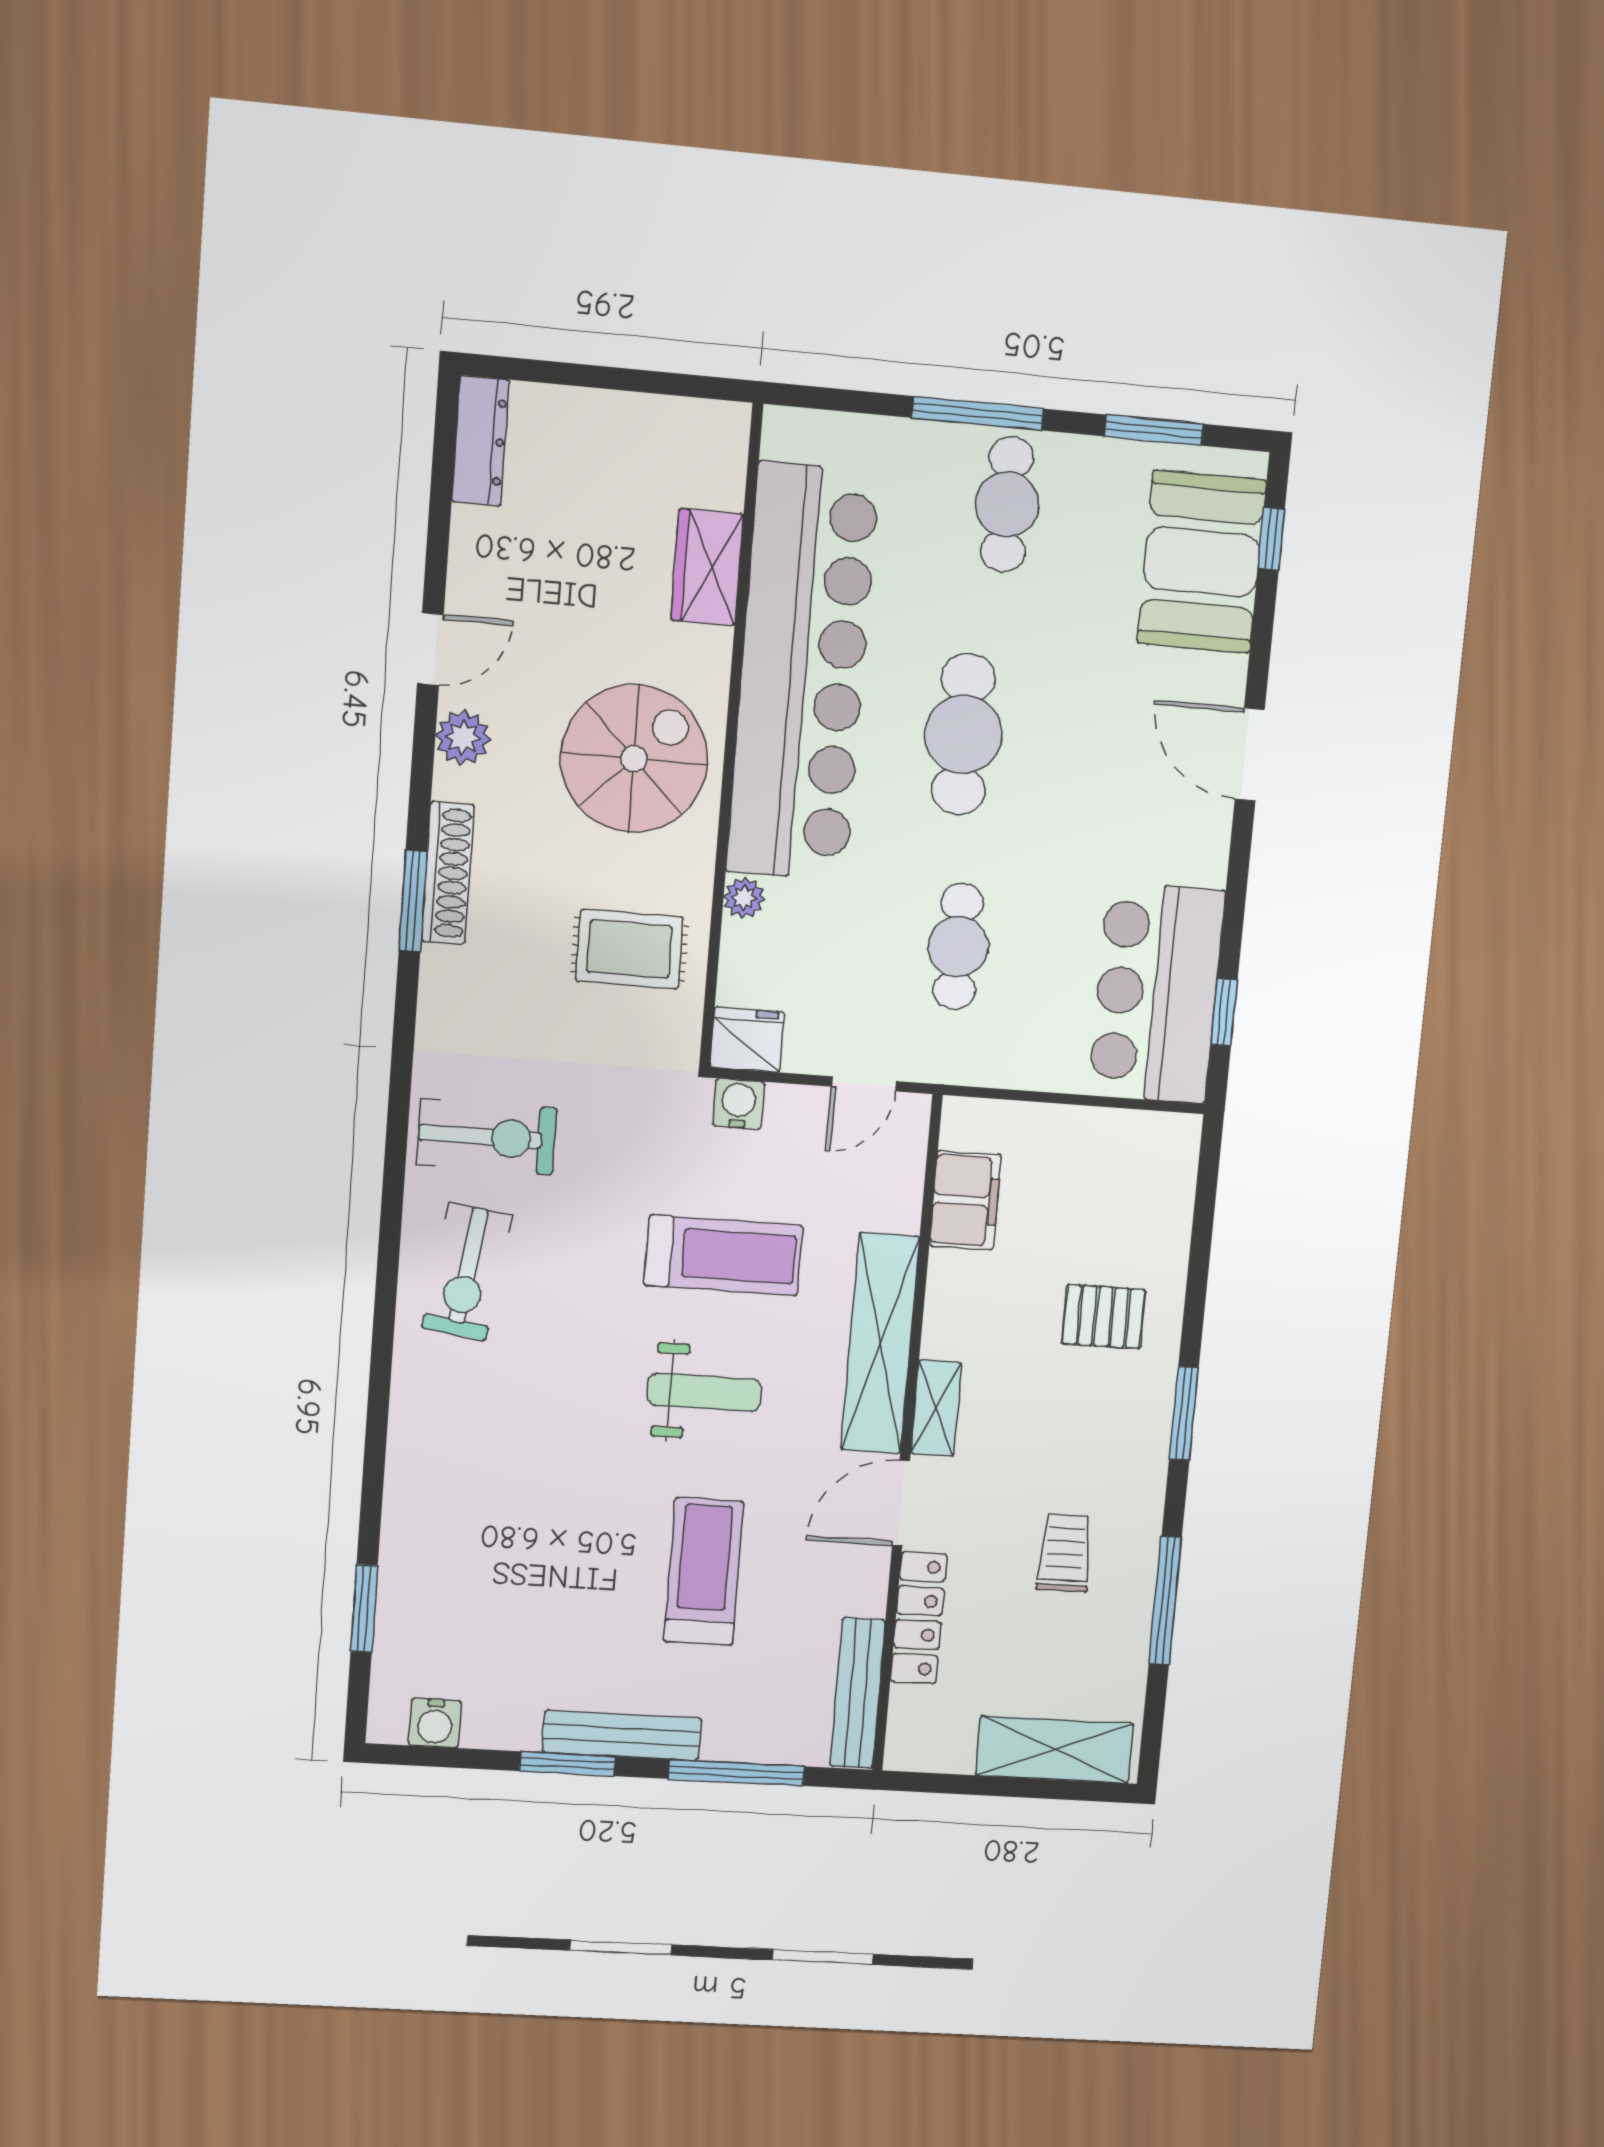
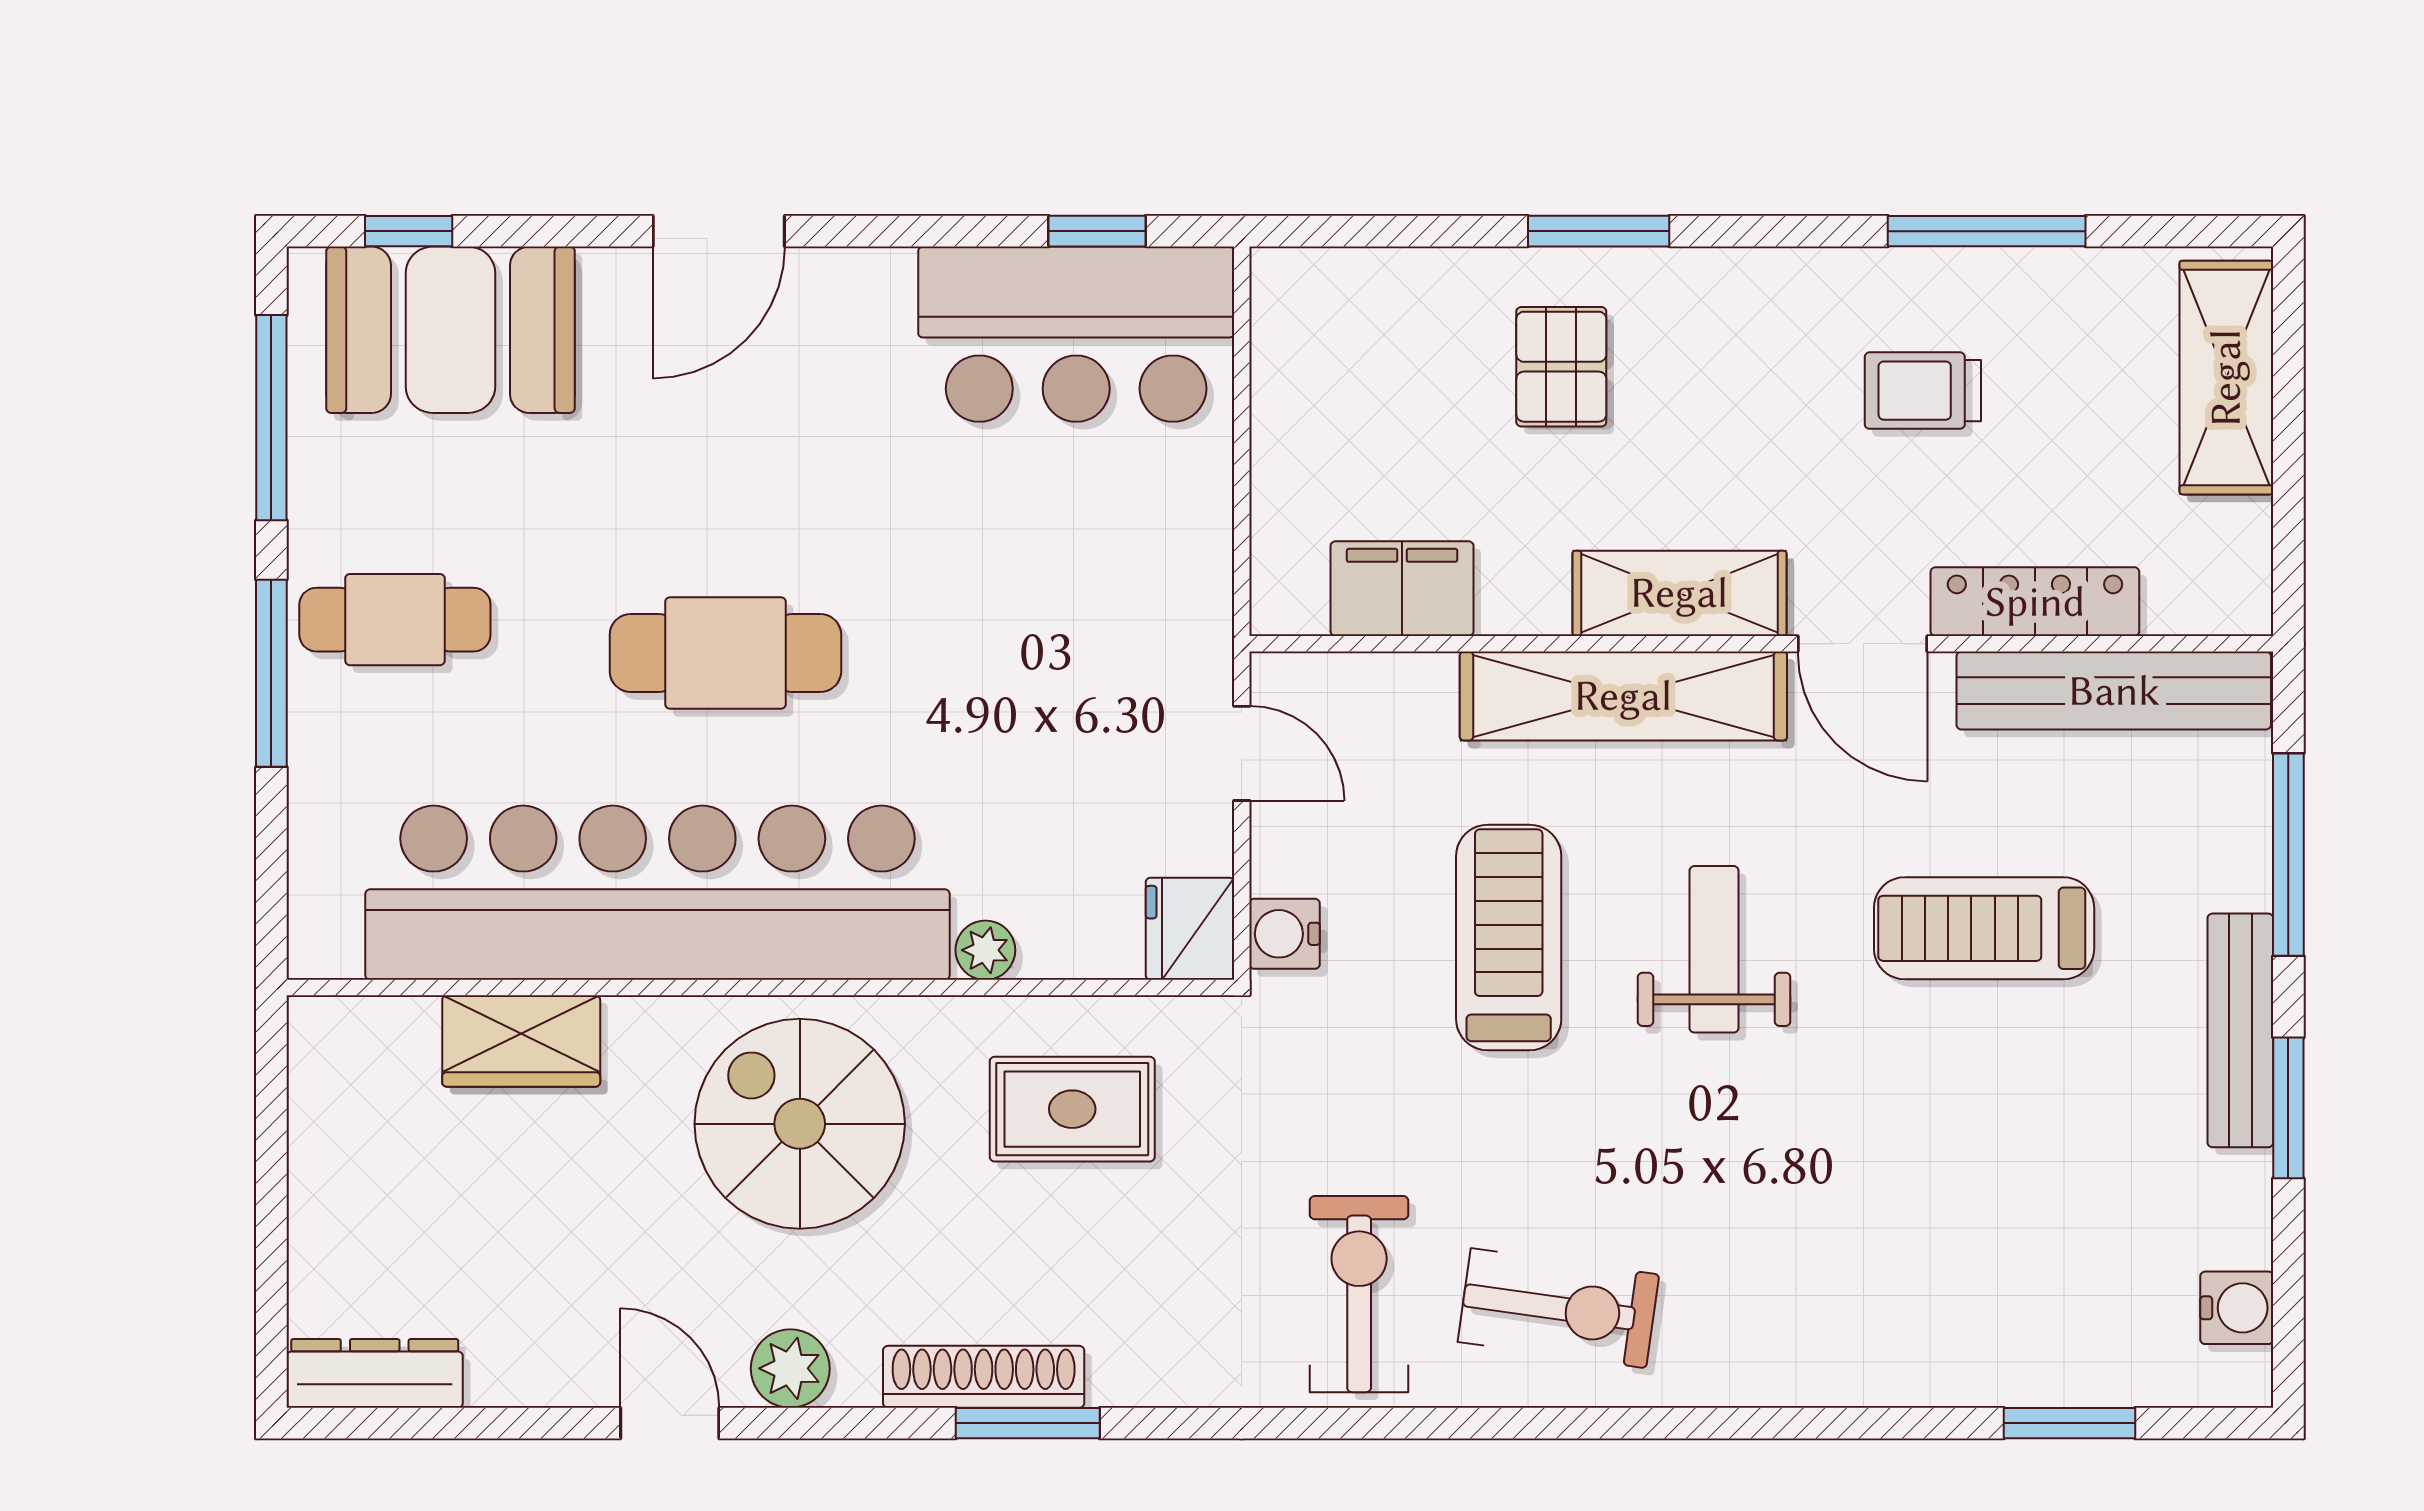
window: (1154, 430) -> (271, 418), width x1.44
cafe table: (958, 946) -> (1031, 633), removed
rug: (630, 949) -> (1072, 1109), turned 90
shelving: (936, 1408) -> (1679, 593), width x1.50, depth x1.33
window: (1184, 1413) -> (1599, 231), moved
bench: (858, 1693) -> (2114, 691), width x1.37, depth x1.21

